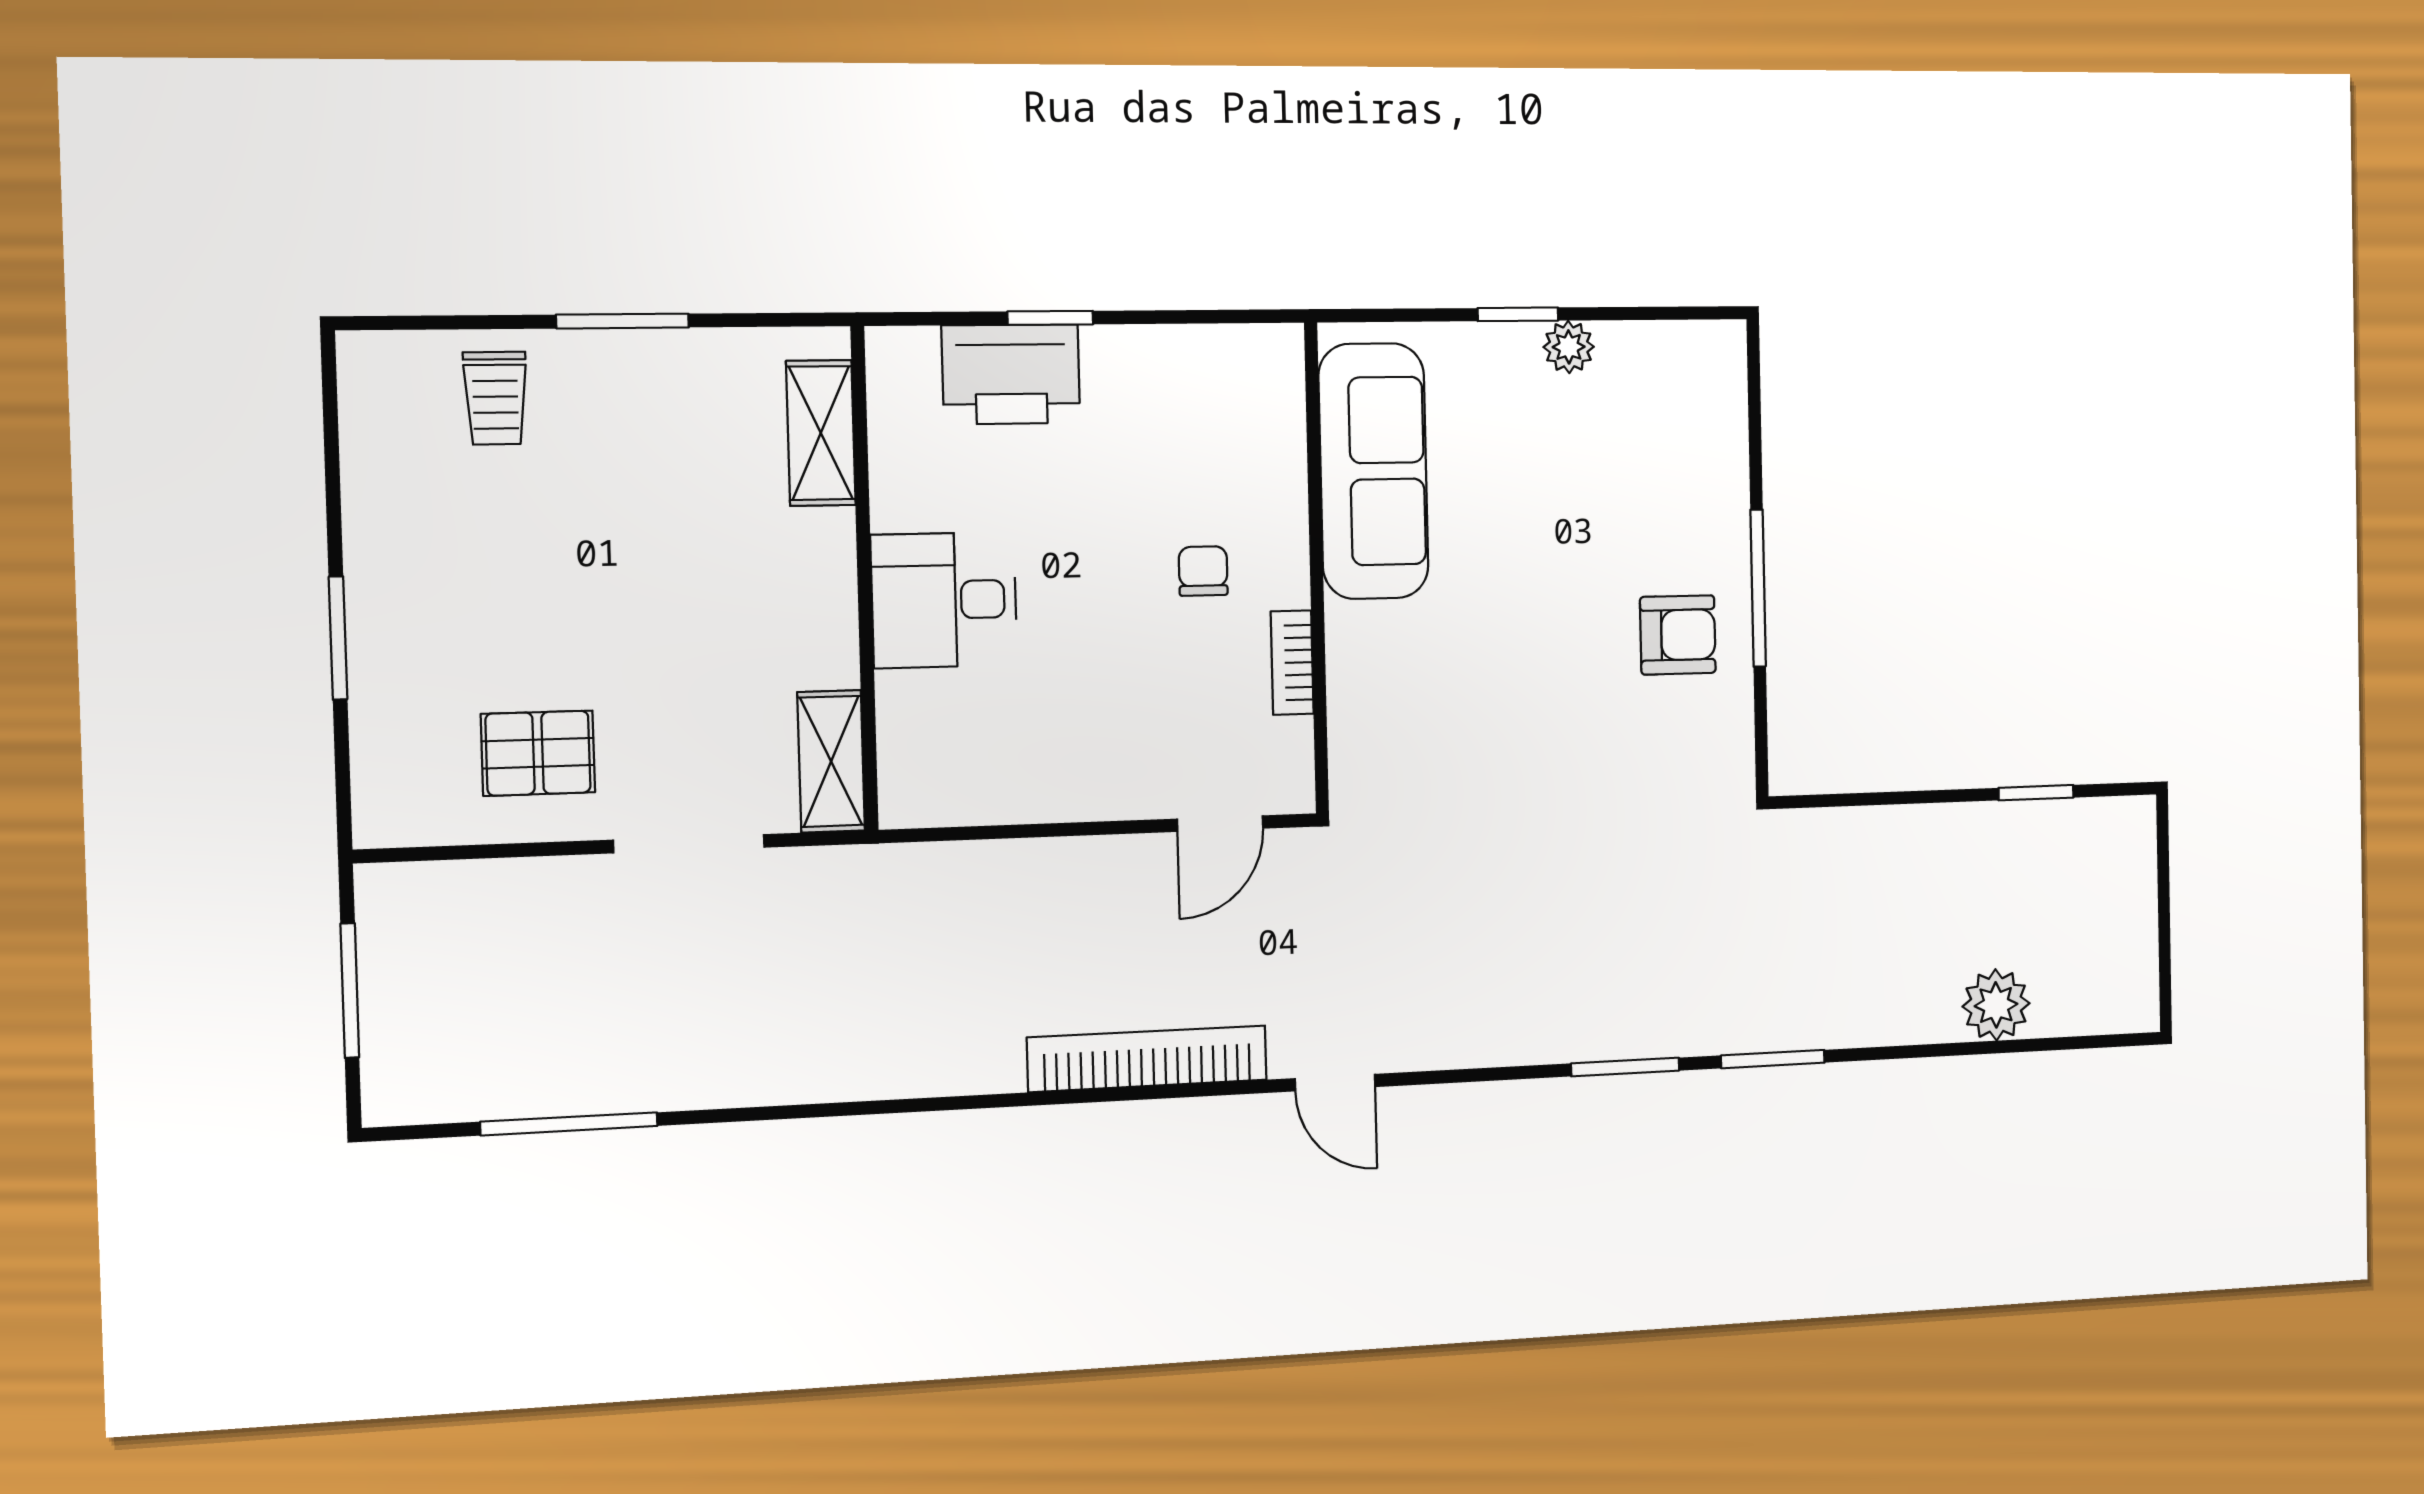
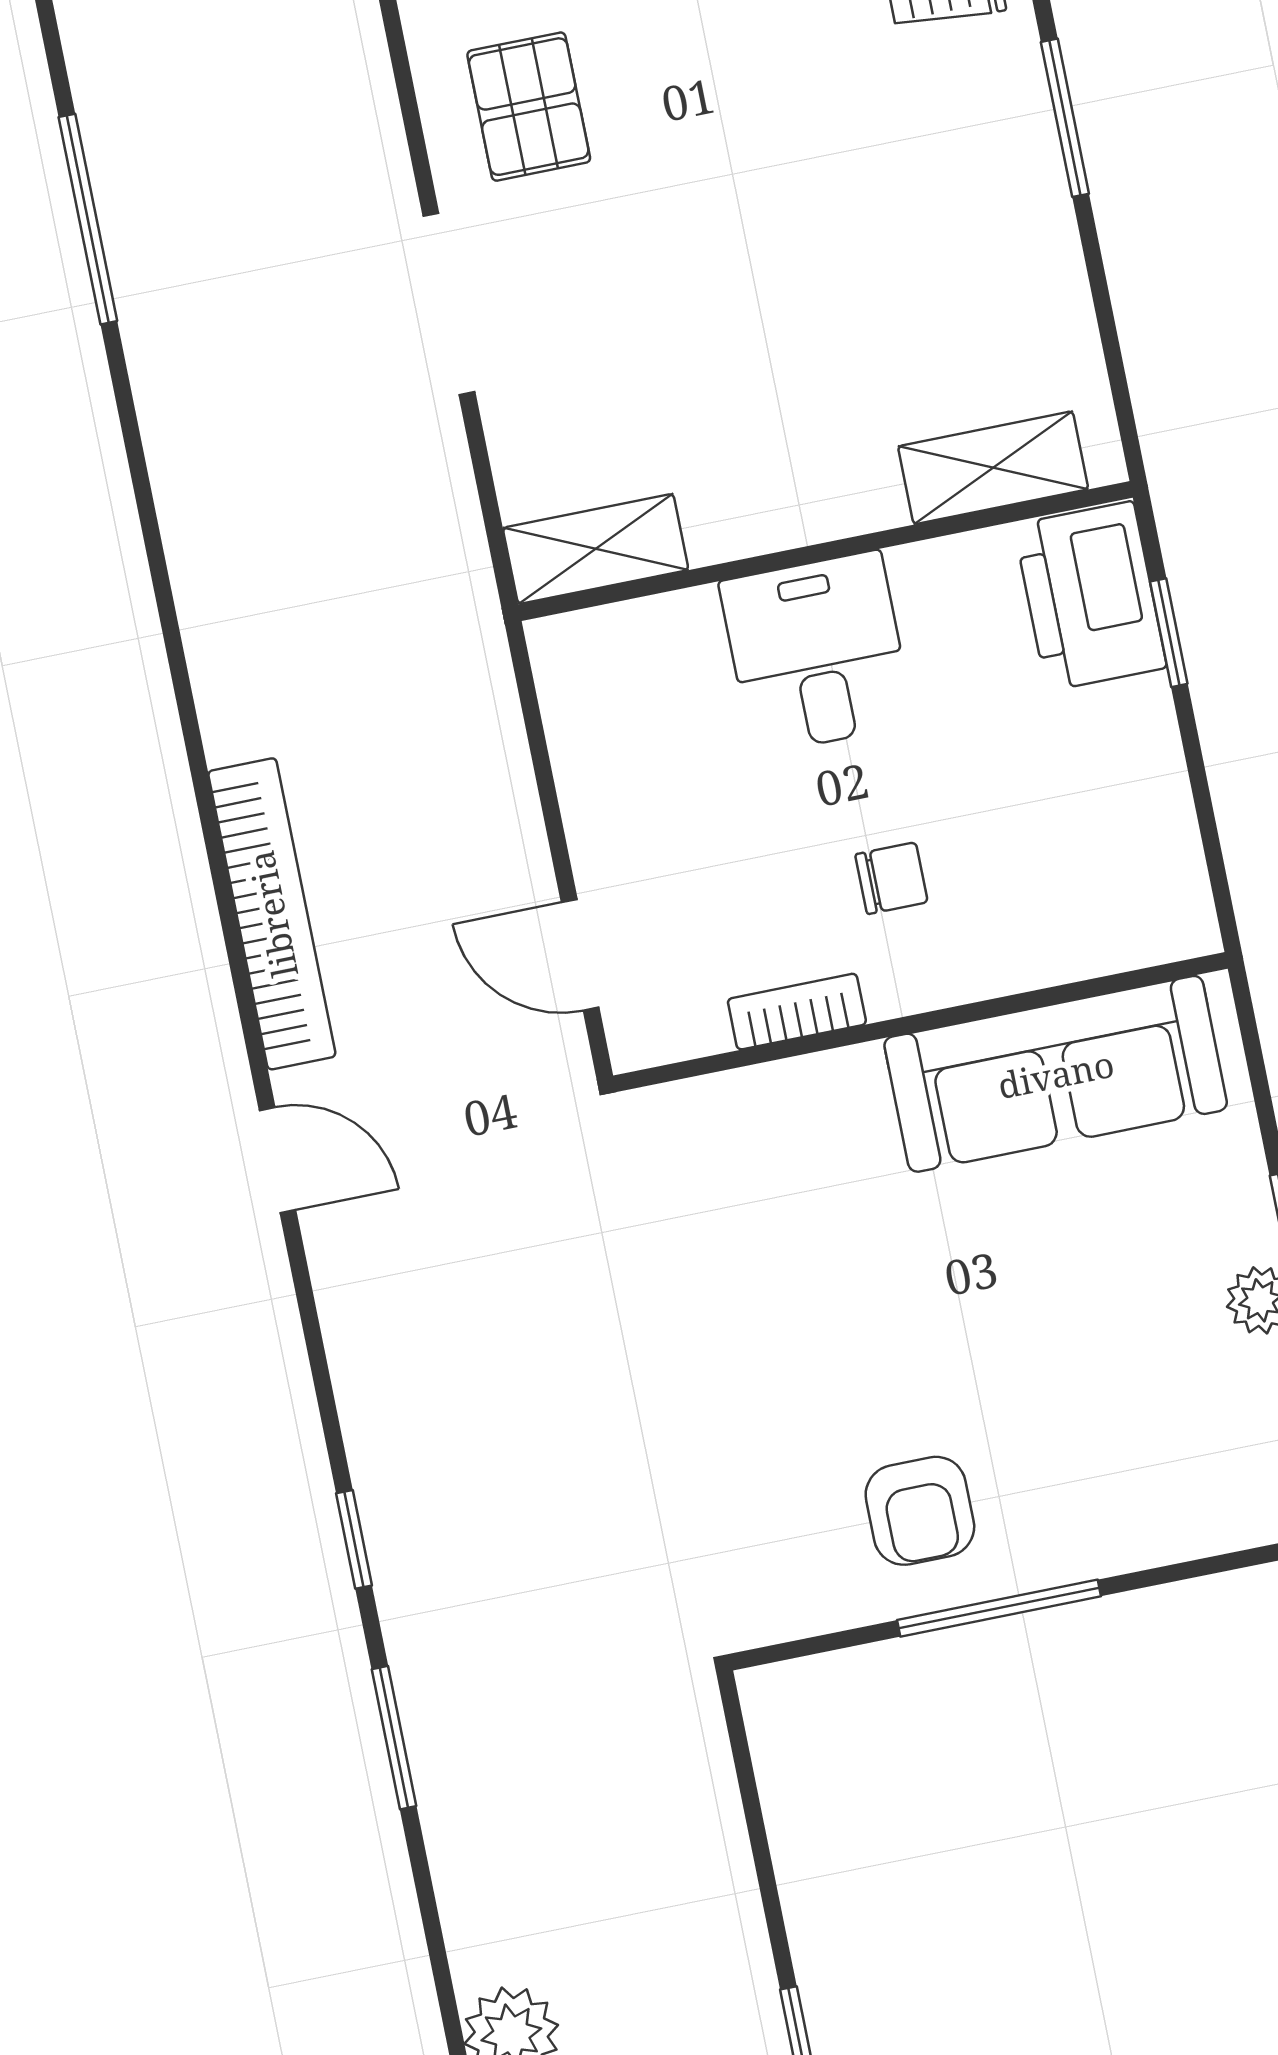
shelving: (821, 433) -> (993, 468), moved
wall: (864, 579) -> (826, 551), moved
desk: (944, 600) -> (817, 653), moved
shelving: (831, 761) -> (596, 549), moved
window: (1625, 1067) -> (354, 1539), width x0.67
door: (1335, 1083) -> (278, 1160), swing flipped

